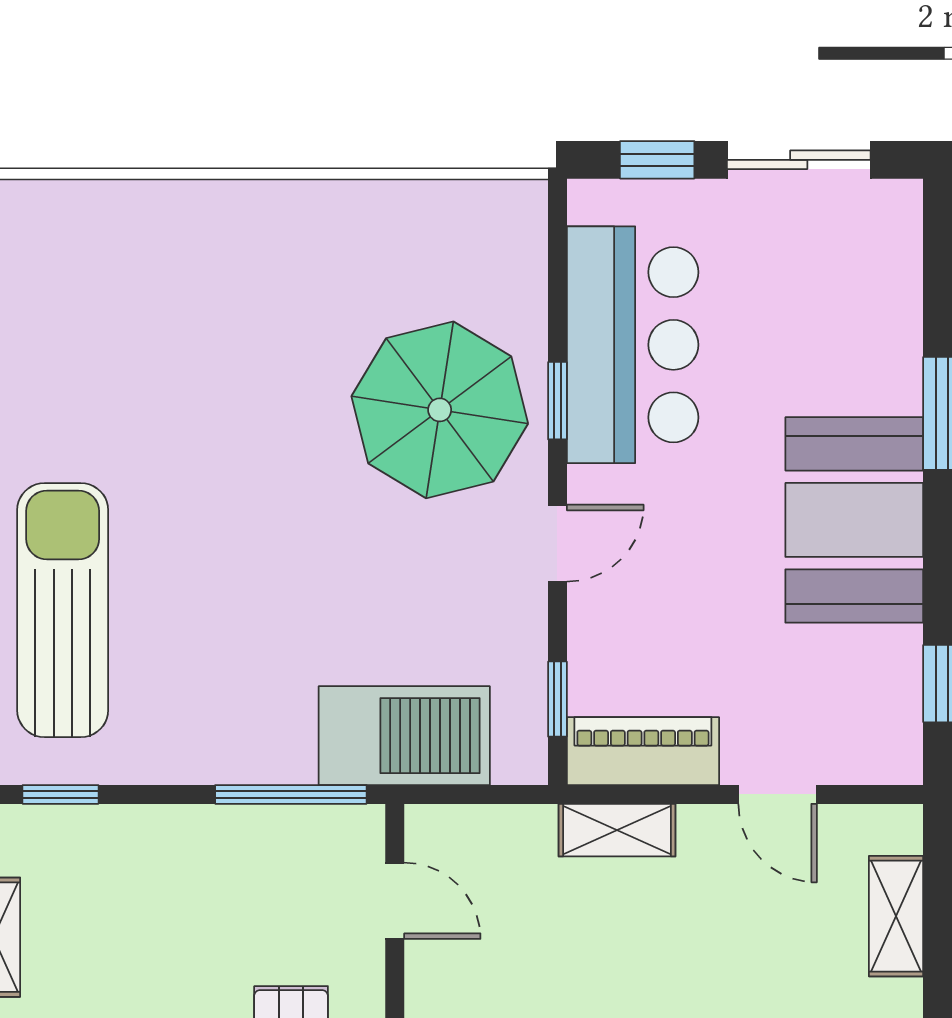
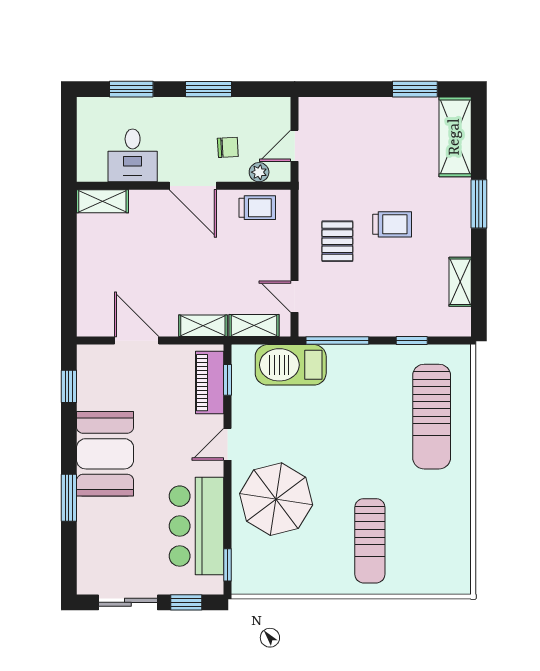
sun lounger: (212, 309) -> (370, 541), added
window: (557, 401) -> (227, 565), moved
piano: (643, 751) -> (210, 383), moved, turned 90
window: (60, 794) -> (412, 341), moved
door: (778, 794) -> (137, 341), width x1.38
shelving: (896, 916) -> (254, 325), moved, turned 90

